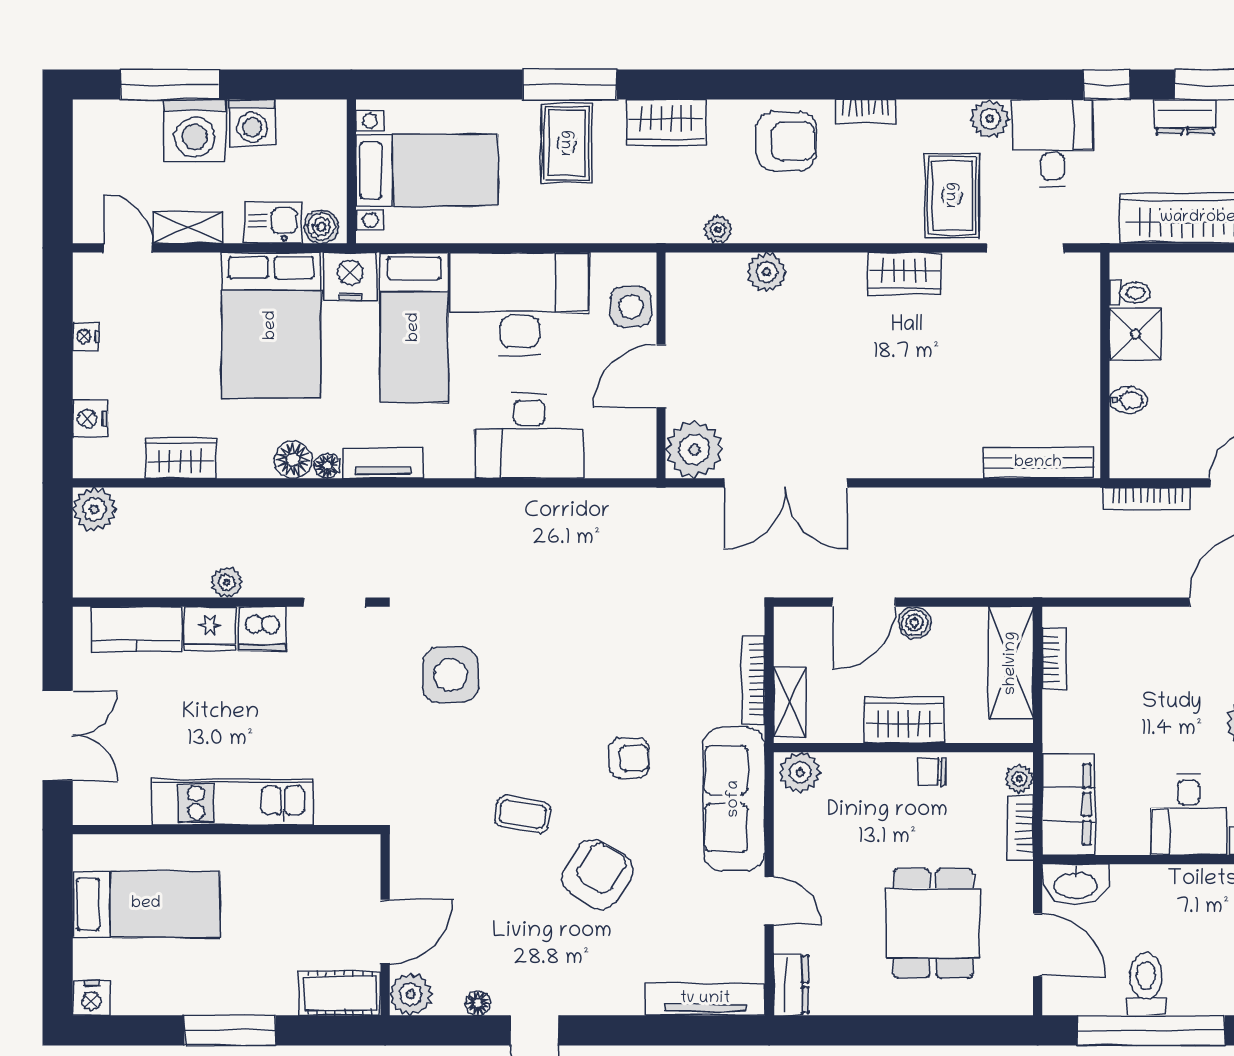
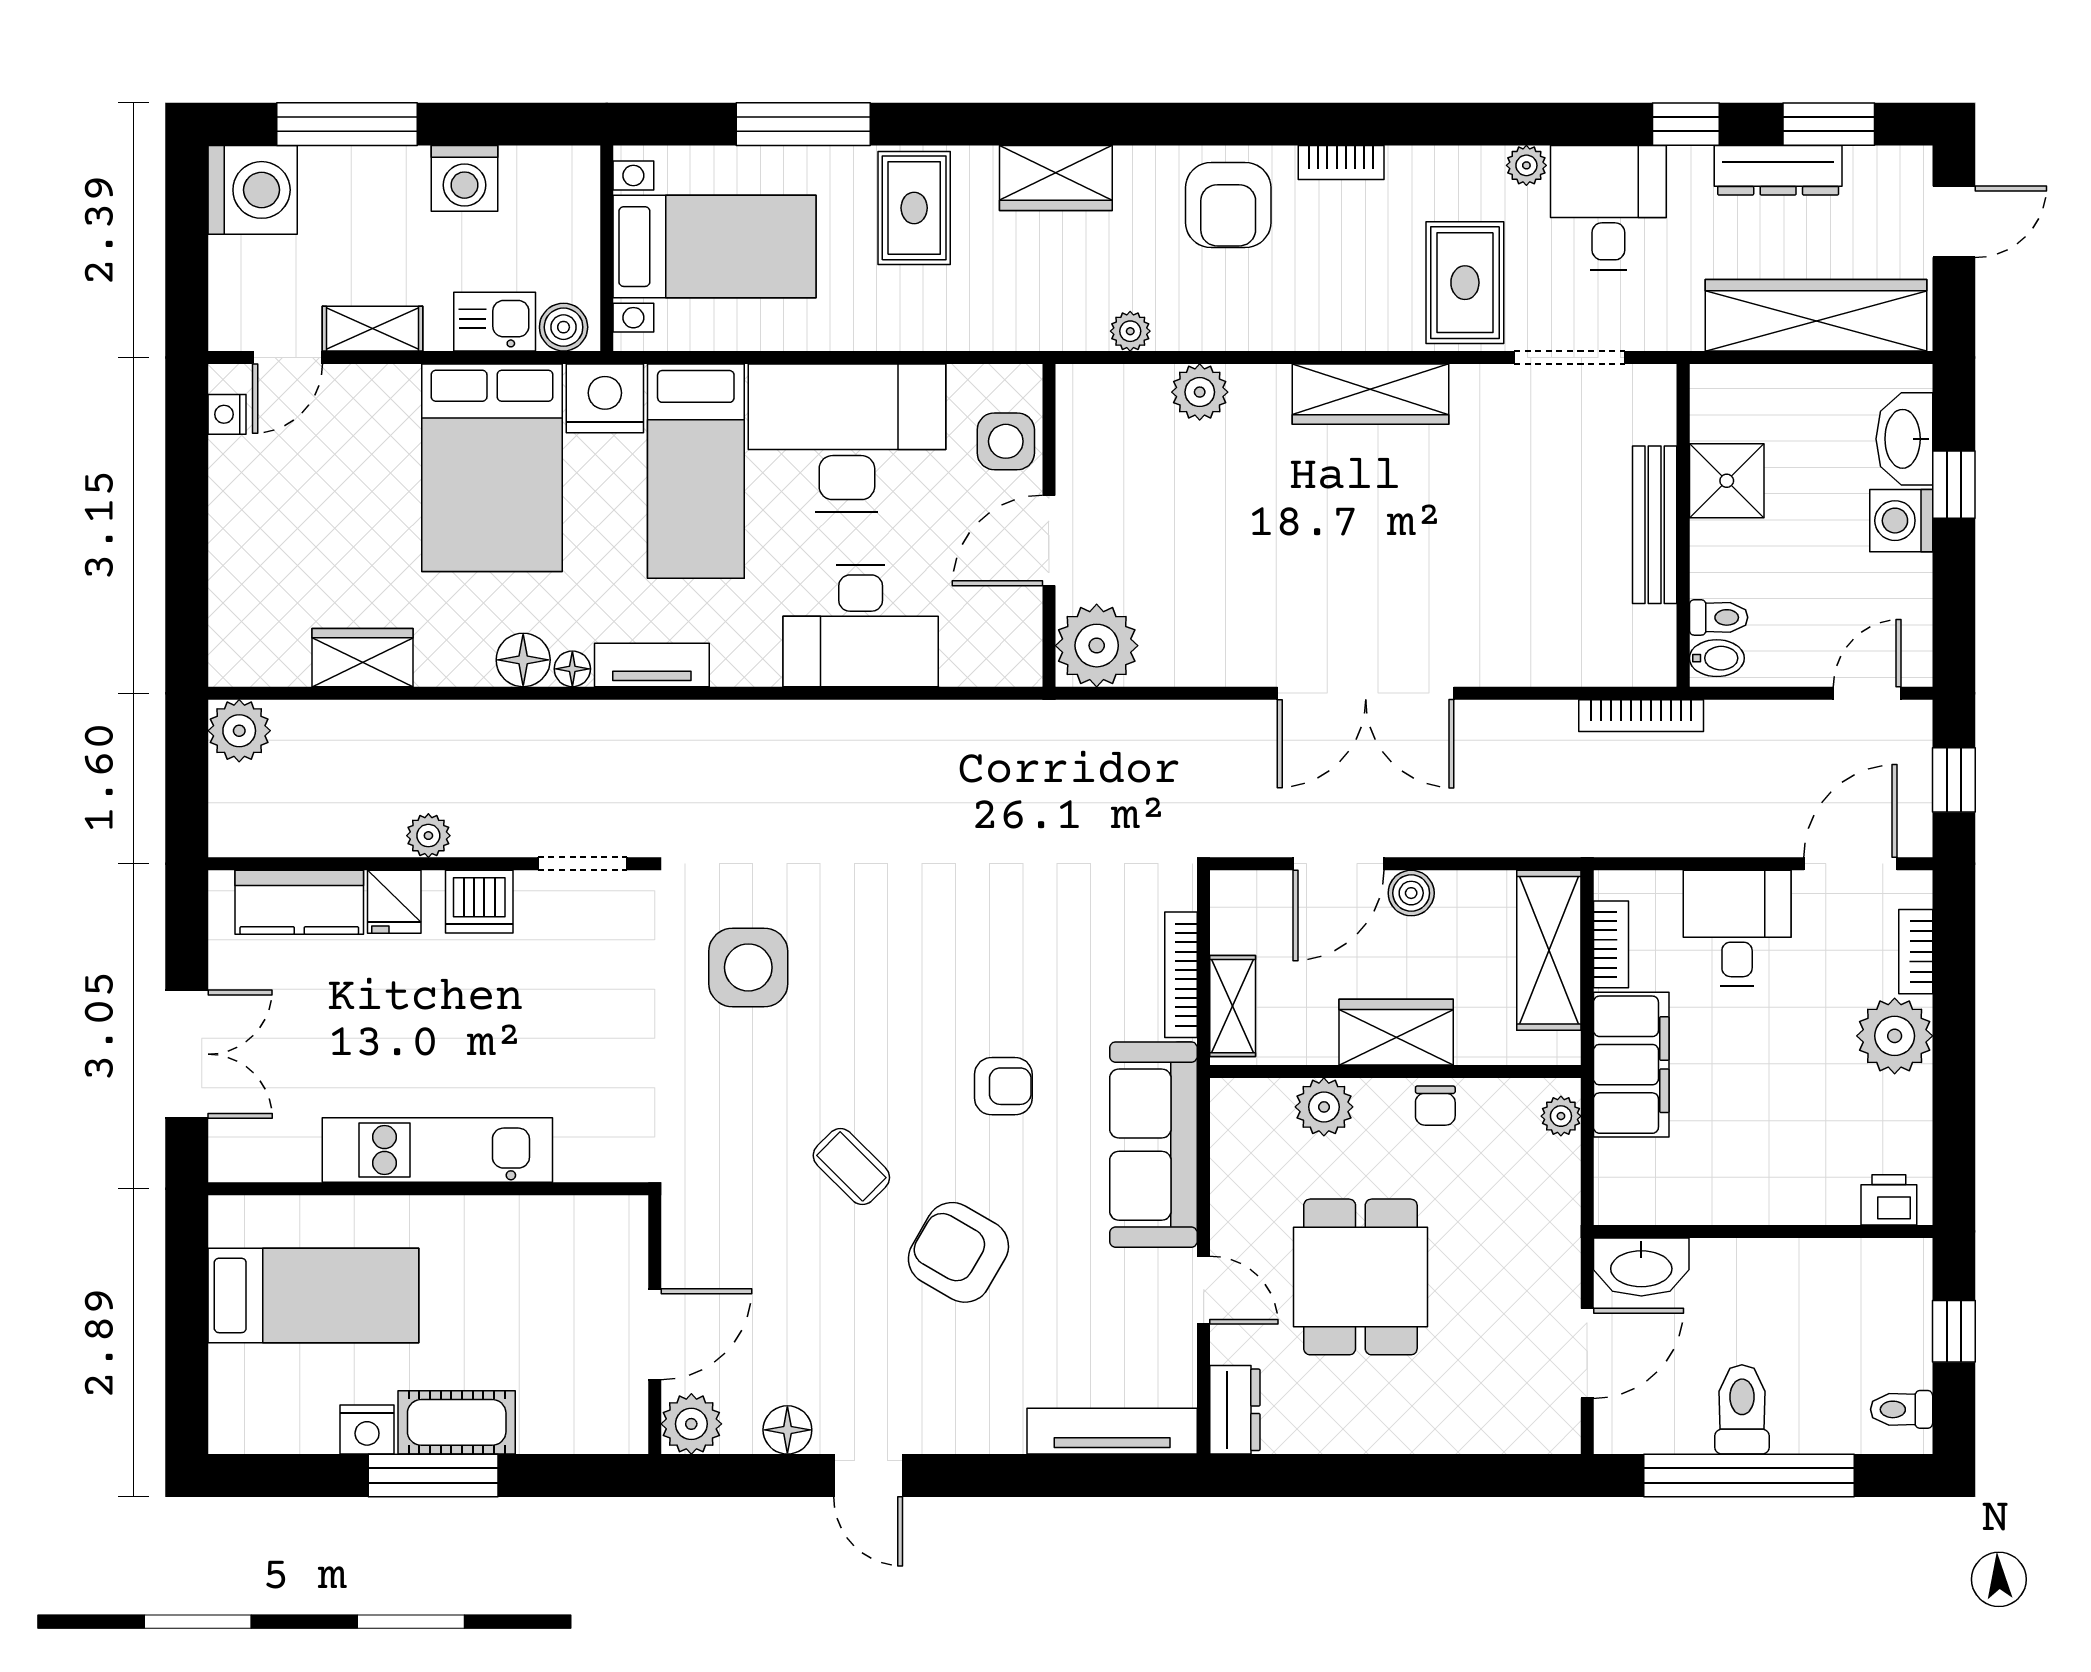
window: (570, 85) -> (803, 124), moved
dresser: (1185, 117) -> (1778, 170), width x1.44
plant: (990, 119) -> (1526, 165), width x0.73, depth x0.73
washing machine: (195, 131) -> (253, 190), moved, turned -90
armchair: (786, 141) -> (1228, 205), turned 90
door: (128, 248) -> (287, 358), swing flipped
wardrobe: (904, 274) -> (1371, 394), width x1.50
toilet: (1130, 293) -> (1719, 617), moved
nightstand: (86, 337) -> (227, 414), moved
bidet: (1128, 400) -> (1717, 658), moved
nightstand: (90, 419) -> (233, 602), removed
bench: (1038, 463) -> (1655, 525), moved, turned 90
double door: (786, 483) -> (1366, 693), moved
bookcase: (1147, 499) -> (1641, 716), moved
fridge: (210, 629) -> (394, 902), width x0.72
chair: (931, 771) -> (1435, 1106), turned -90
plant: (800, 772) -> (1324, 1107), moved
filing cabinet: (1069, 804) -> (1631, 1065), moved
coffee table: (523, 814) -> (851, 1167), turned 36
desk: (1189, 815) -> (1737, 928), moved, turned 180
bookcase: (1020, 828) -> (1563, 1186), removed
armchair: (598, 874) -> (958, 1252), turned -92
dining table: (933, 923) -> (1360, 1277), moved
door: (1038, 945) -> (1587, 1353), hinge flipped
cot: (340, 993) -> (457, 1422), moved
nightstand: (91, 998) -> (367, 1429), moved
floor lamp: (478, 1003) -> (787, 1430), width x1.37, depth x1.37

